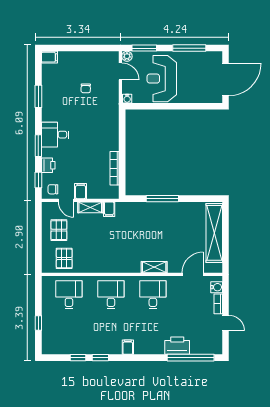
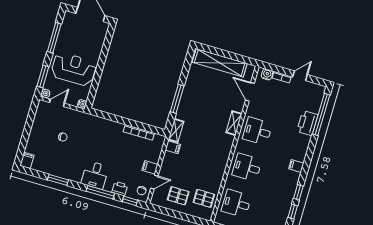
reception desk: (162, 79) -> (74, 69), turned 180
window: (38, 146) -> (100, 192), width x1.44
shelving: (90, 207) -> (176, 131), moved

